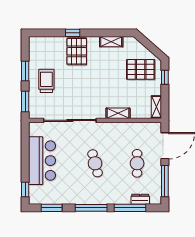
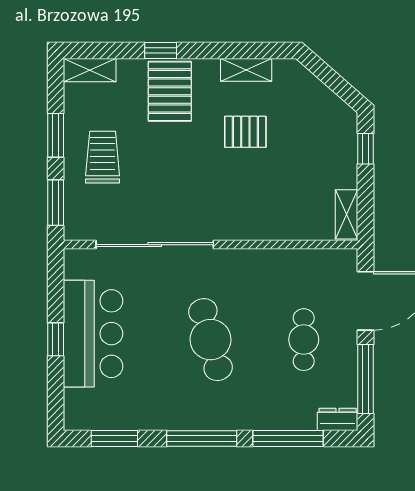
pallet: (141, 69) -> (245, 132), moved, width x0.67, depth x0.71
shelving: (118, 113) -> (90, 70), moved
cafe table: (95, 163) -> (211, 340), width x1.37, depth x1.35
window: (25, 190) -> (56, 339), moved
dresser: (140, 199) -> (338, 419), moved

